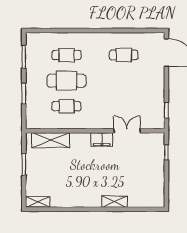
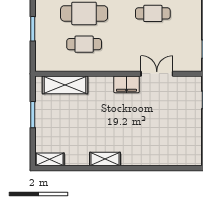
cafe table: (124, 81) -> (153, 13), added
shelving: (114, 202) -> (105, 159), moved

